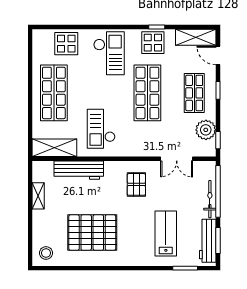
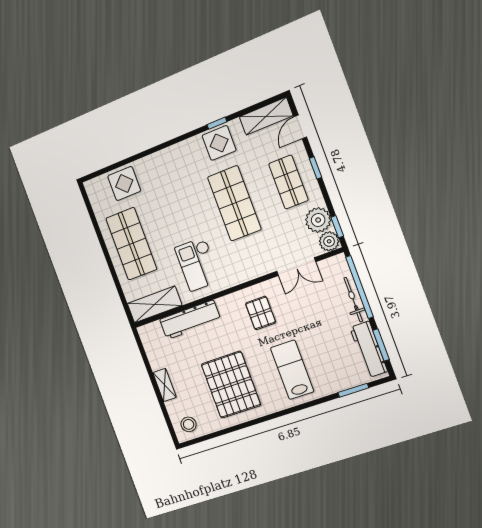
checkout: (109, 53) -> (175, 175), removed
door: (218, 56) -> (300, 127), hinge flipped
plant: (208, 149) -> (329, 241), added
shelving: (38, 196) -> (165, 385), moved
pallet: (92, 233) -> (231, 385), turned 90
lab bench: (166, 234) -> (292, 370), moved

